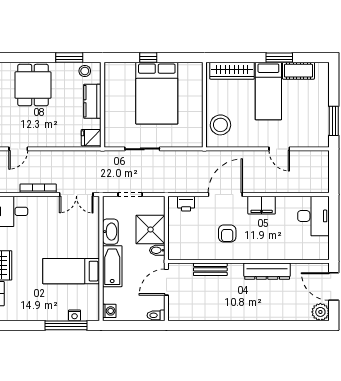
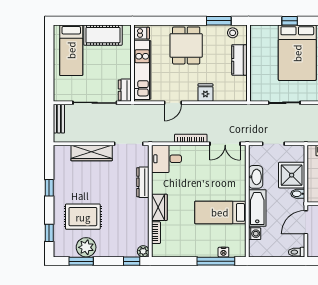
fridge: (91, 138) -> (205, 93), moved, turned 90
washing machine: (109, 311) -> (255, 234), moved

